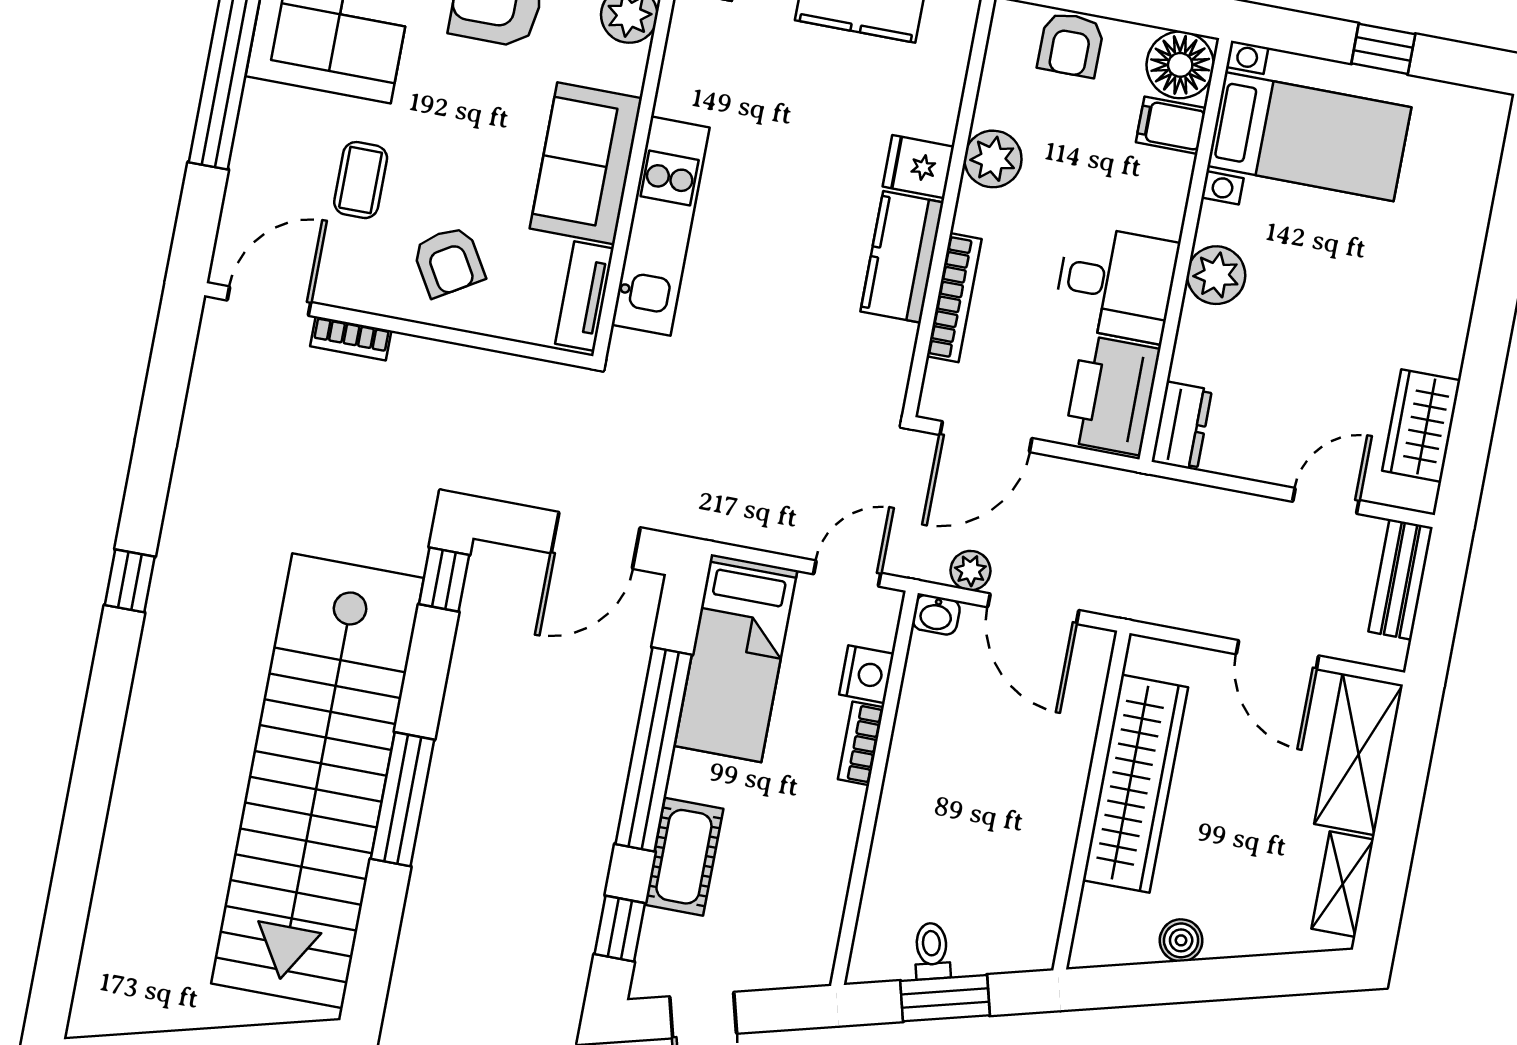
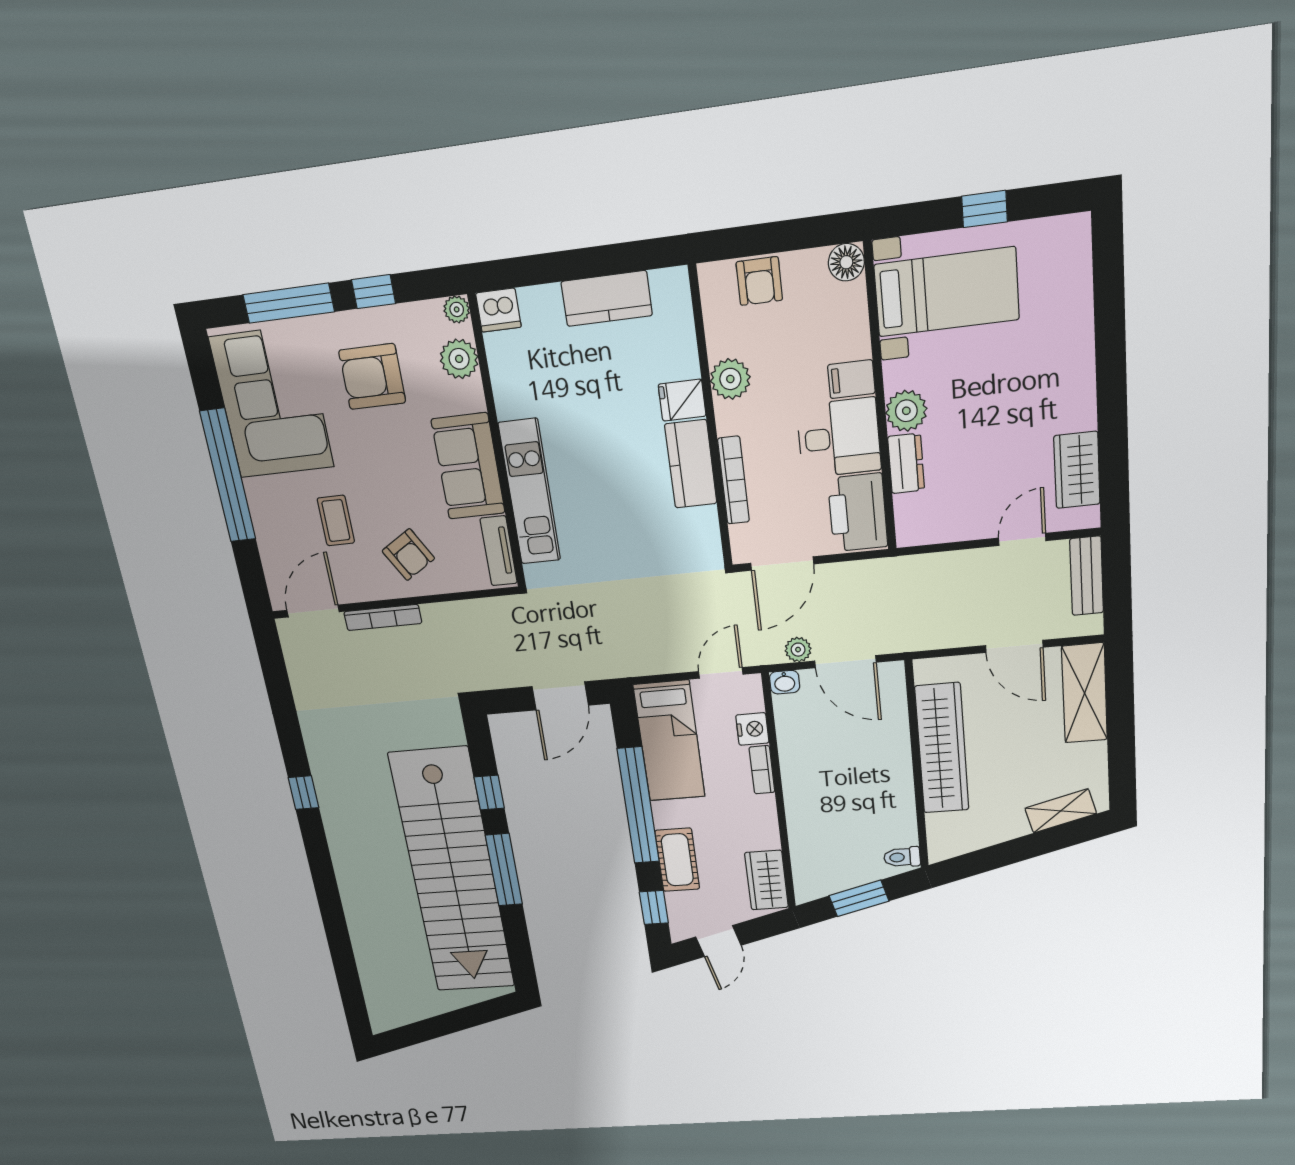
floor lamp: (1180, 65) -> (846, 262), width x0.73, depth x0.73
filing cabinet: (1171, 125) -> (851, 379), moved
bookcase: (351, 338) -> (383, 617), width x1.56
dresser: (1182, 426) -> (906, 463), moved
window: (444, 579) -> (489, 793), moved
shelving: (1343, 884) -> (1061, 811), moved, turned 75
wardrobe: (812, 929) -> (766, 880), added
boiler: (1181, 940) -> (997, 831), removed
toilet: (932, 951) -> (902, 857), moved, turned -75

